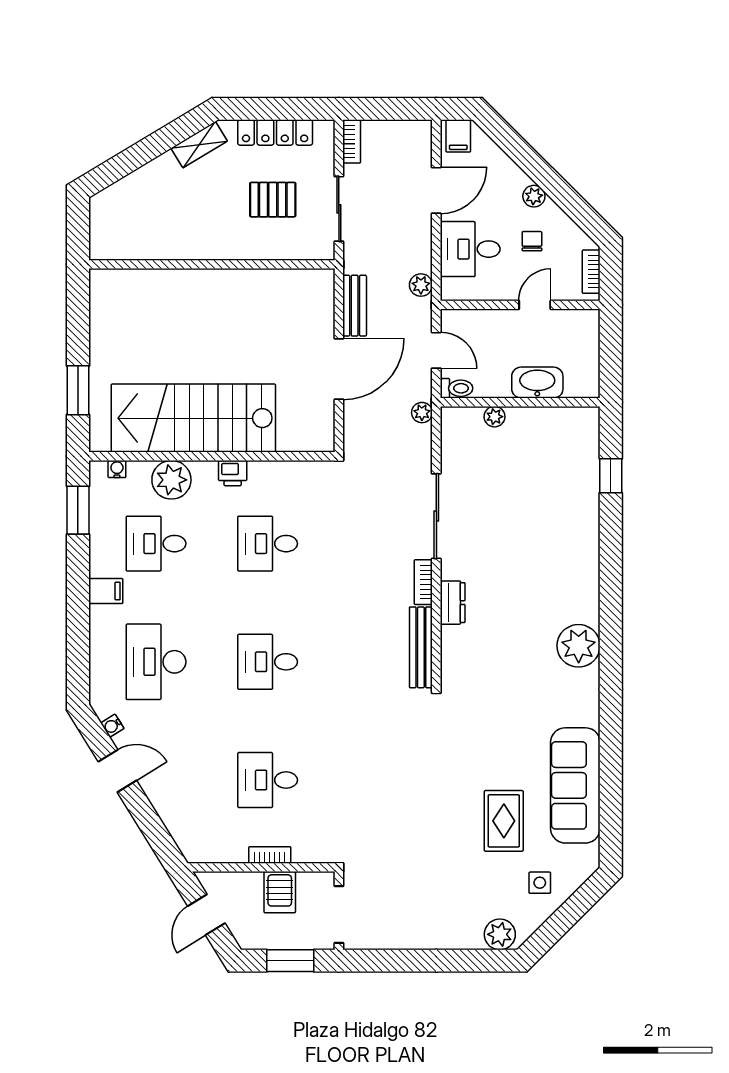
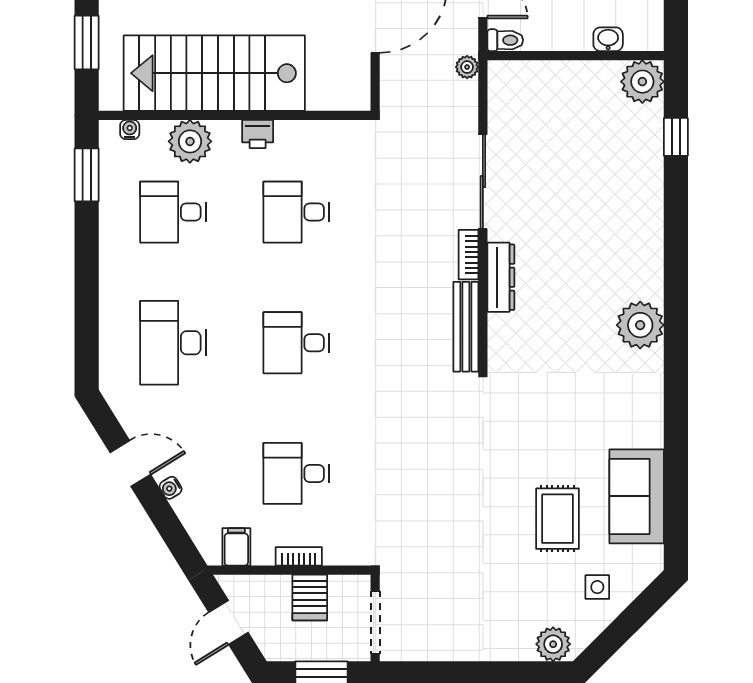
washbasin: (537, 383) -> (608, 39), width x0.52, depth x0.69
plant: (495, 417) -> (642, 82), moved, width x1.88, depth x1.88
filing cabinet: (106, 591) -> (236, 547), moved, turned -90
dresser: (453, 603) -> (501, 277), width x1.44
water cooler: (112, 726) -> (171, 488), moved
sofa: (575, 785) -> (637, 496), width x0.73

